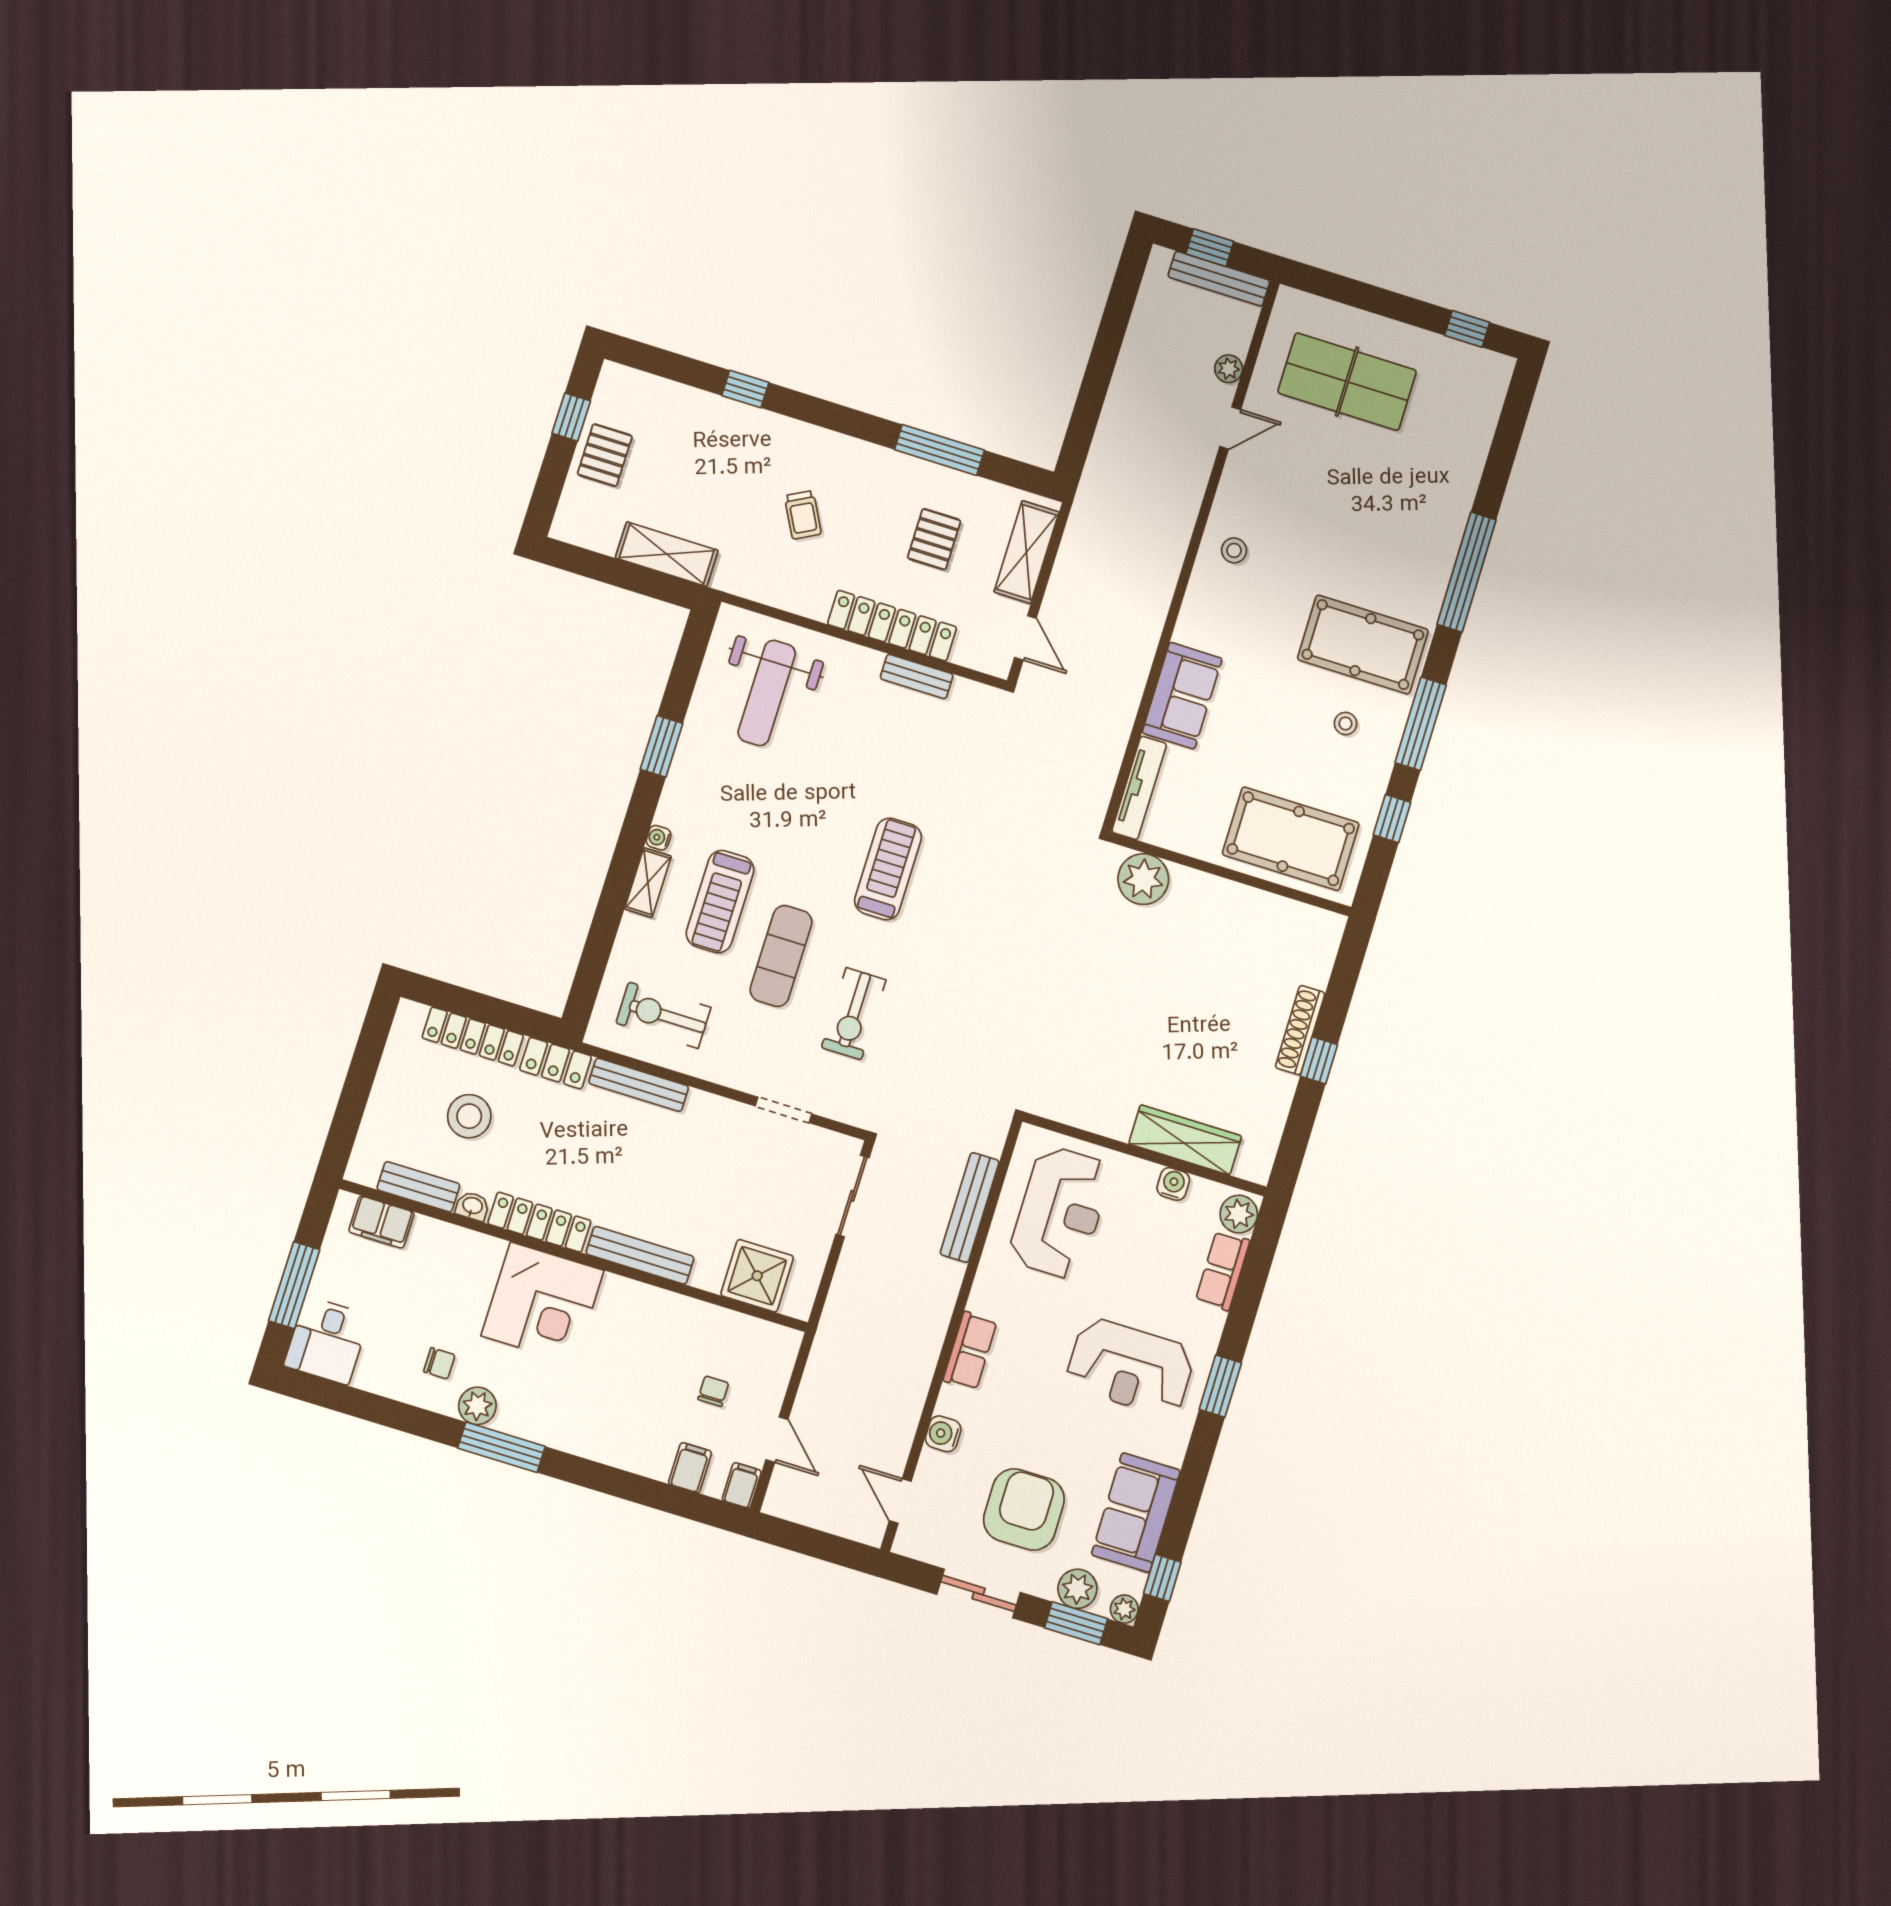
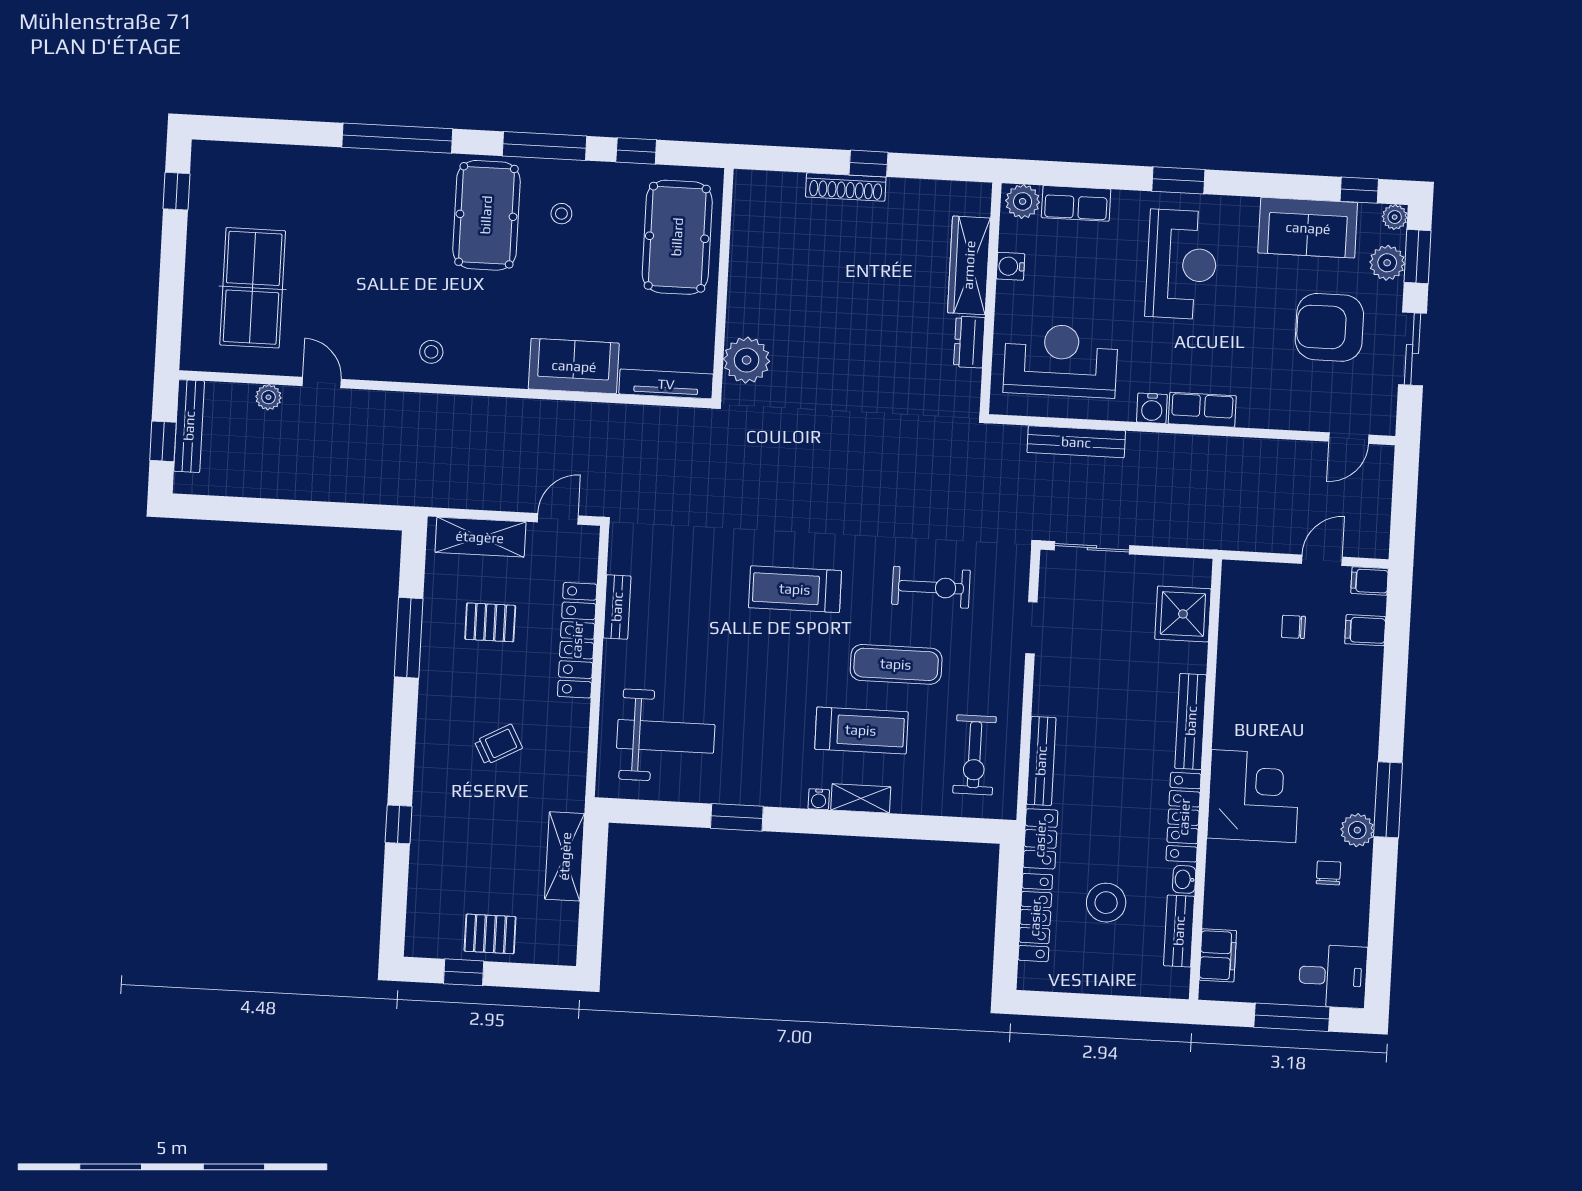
dresser: (1104, 1120) -> (969, 342), added
water cooler: (943, 1434) -> (1152, 408), moved

